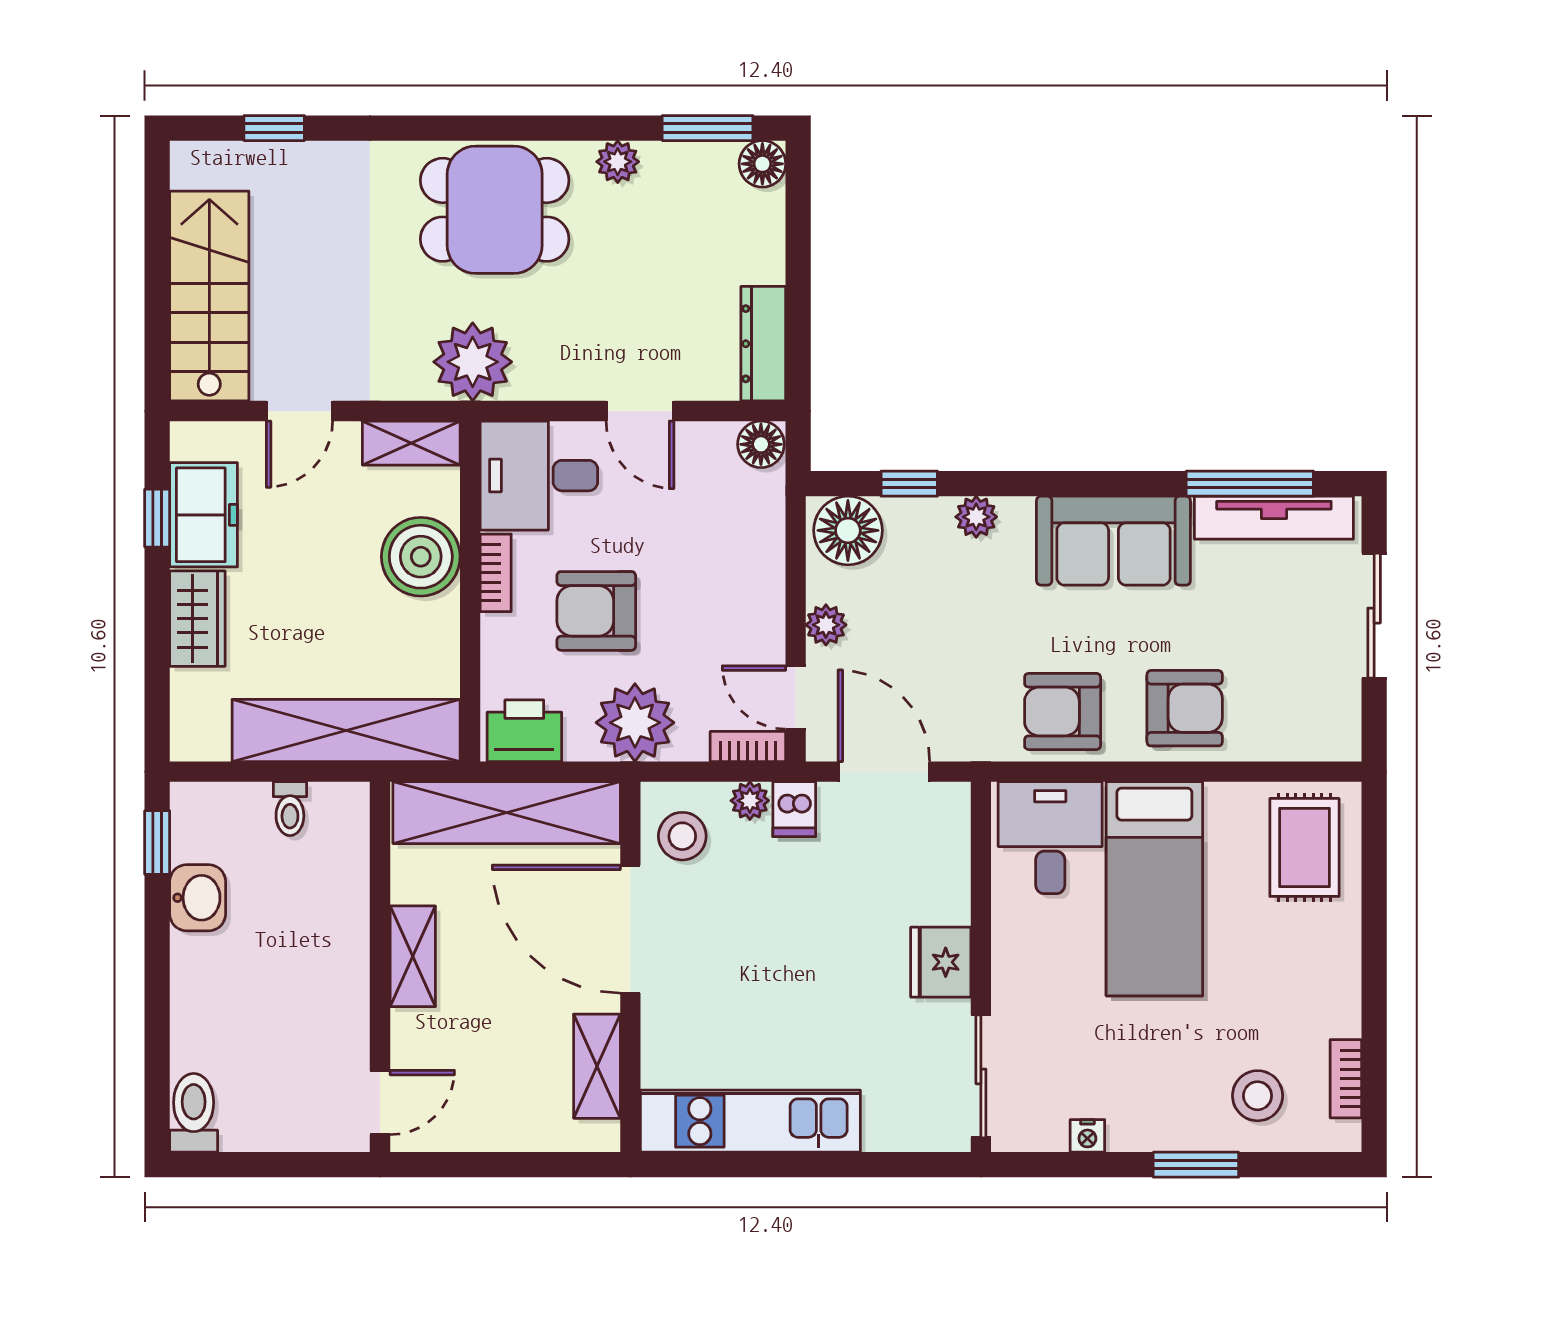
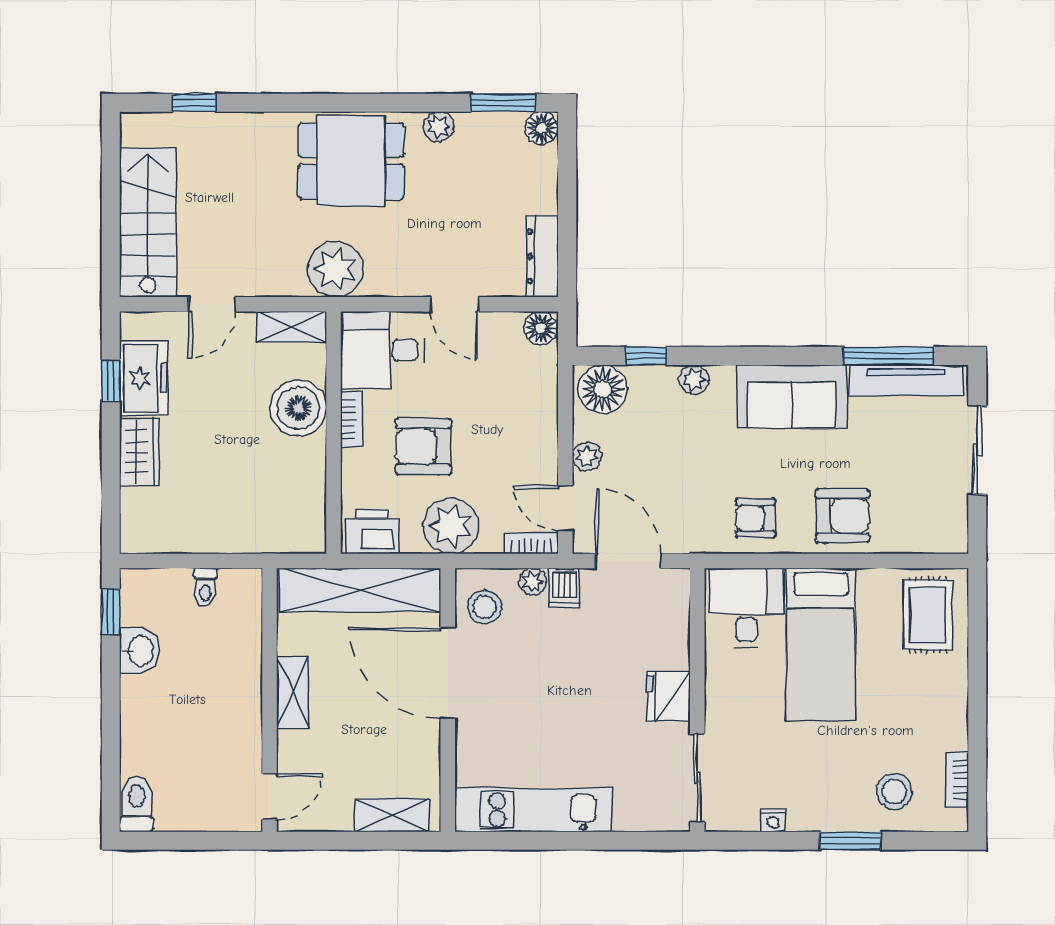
armchair: (1063, 711) -> (755, 518), width x0.72, depth x0.72
shelving: (346, 730) -> (245, 532), removed
shelving: (597, 1066) -> (392, 815), moved, turned 90

